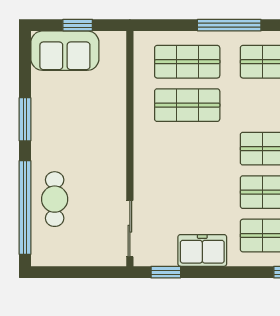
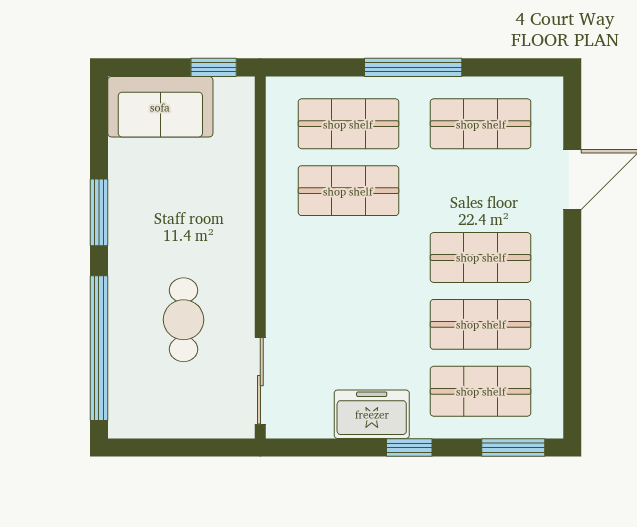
window: (78, 25) -> (214, 67), moved
cafe table: (55, 199) -> (184, 320), moved
window: (166, 272) -> (409, 448), moved

